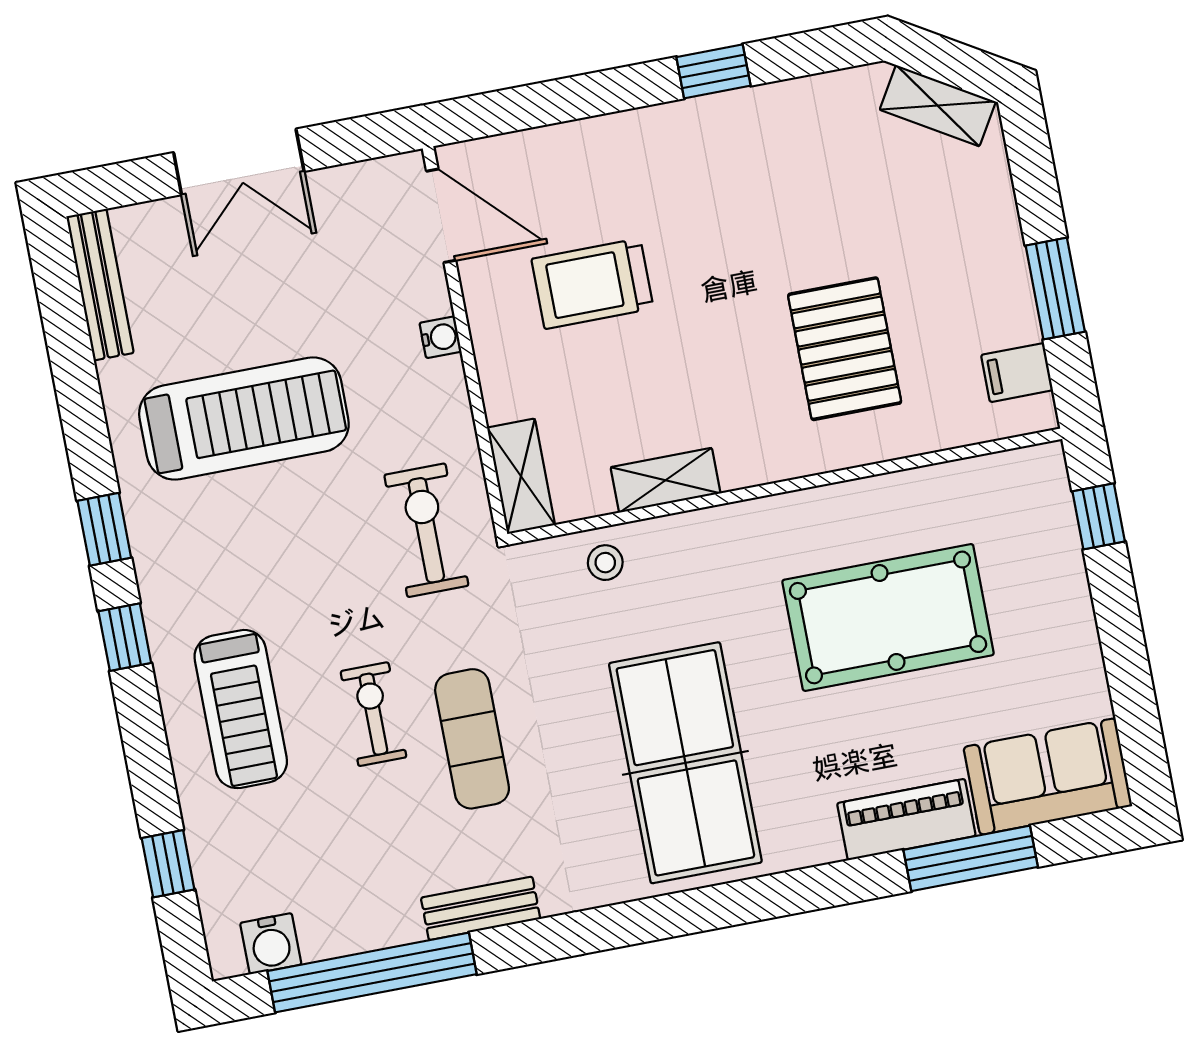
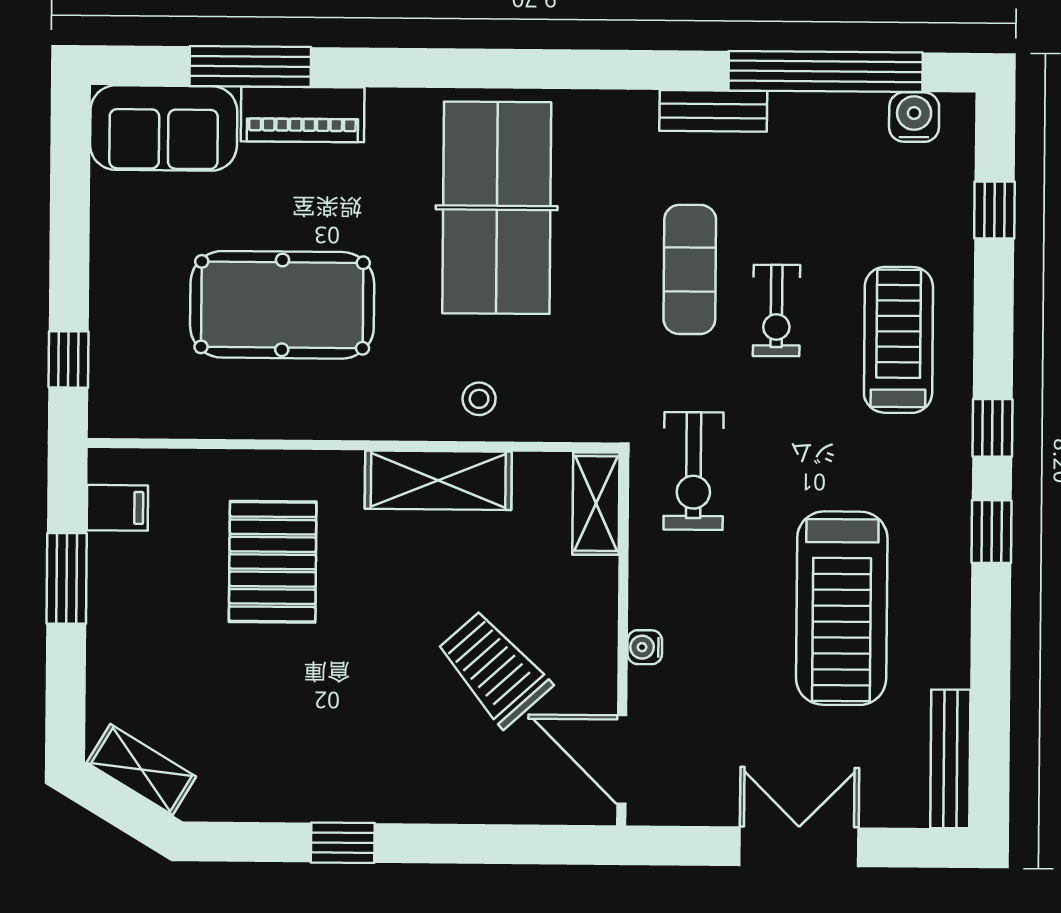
trolley: (592, 284) -> (494, 669), turned -132
treadmill: (244, 419) -> (842, 608), turned -90
shelving: (666, 480) -> (438, 480), width x1.50, depth x1.33
stool: (605, 563) -> (479, 399), moved

